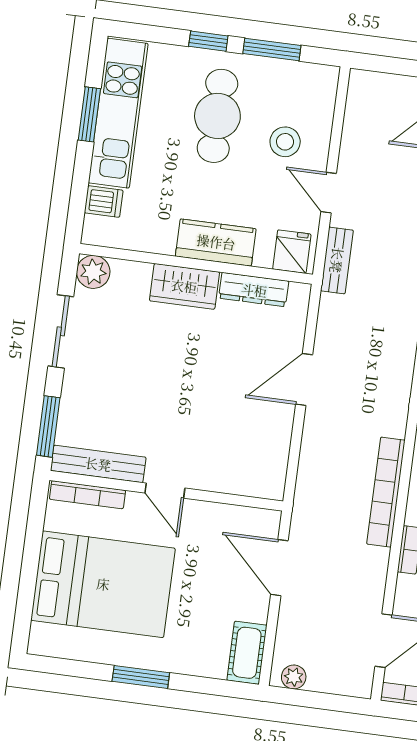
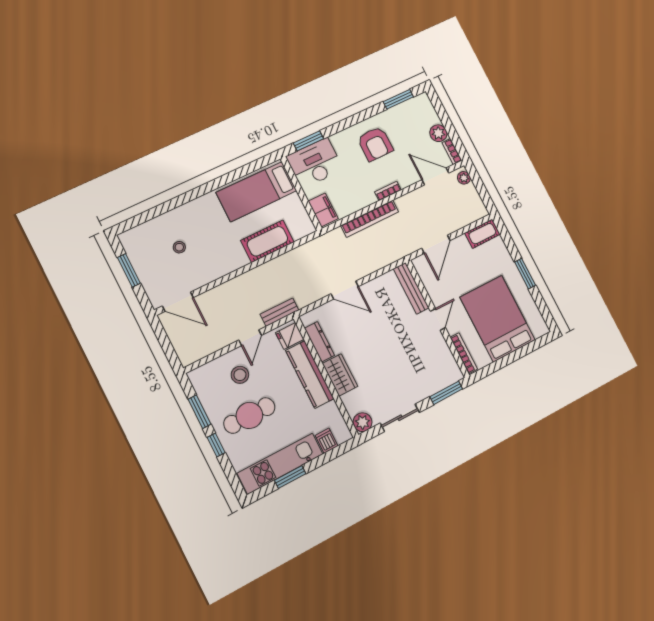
kitchen counter: (216, 242) -> (310, 375), width x1.50
bench: (98, 464) -> (411, 288), moved
plant: (294, 677) -> (464, 178), moved

